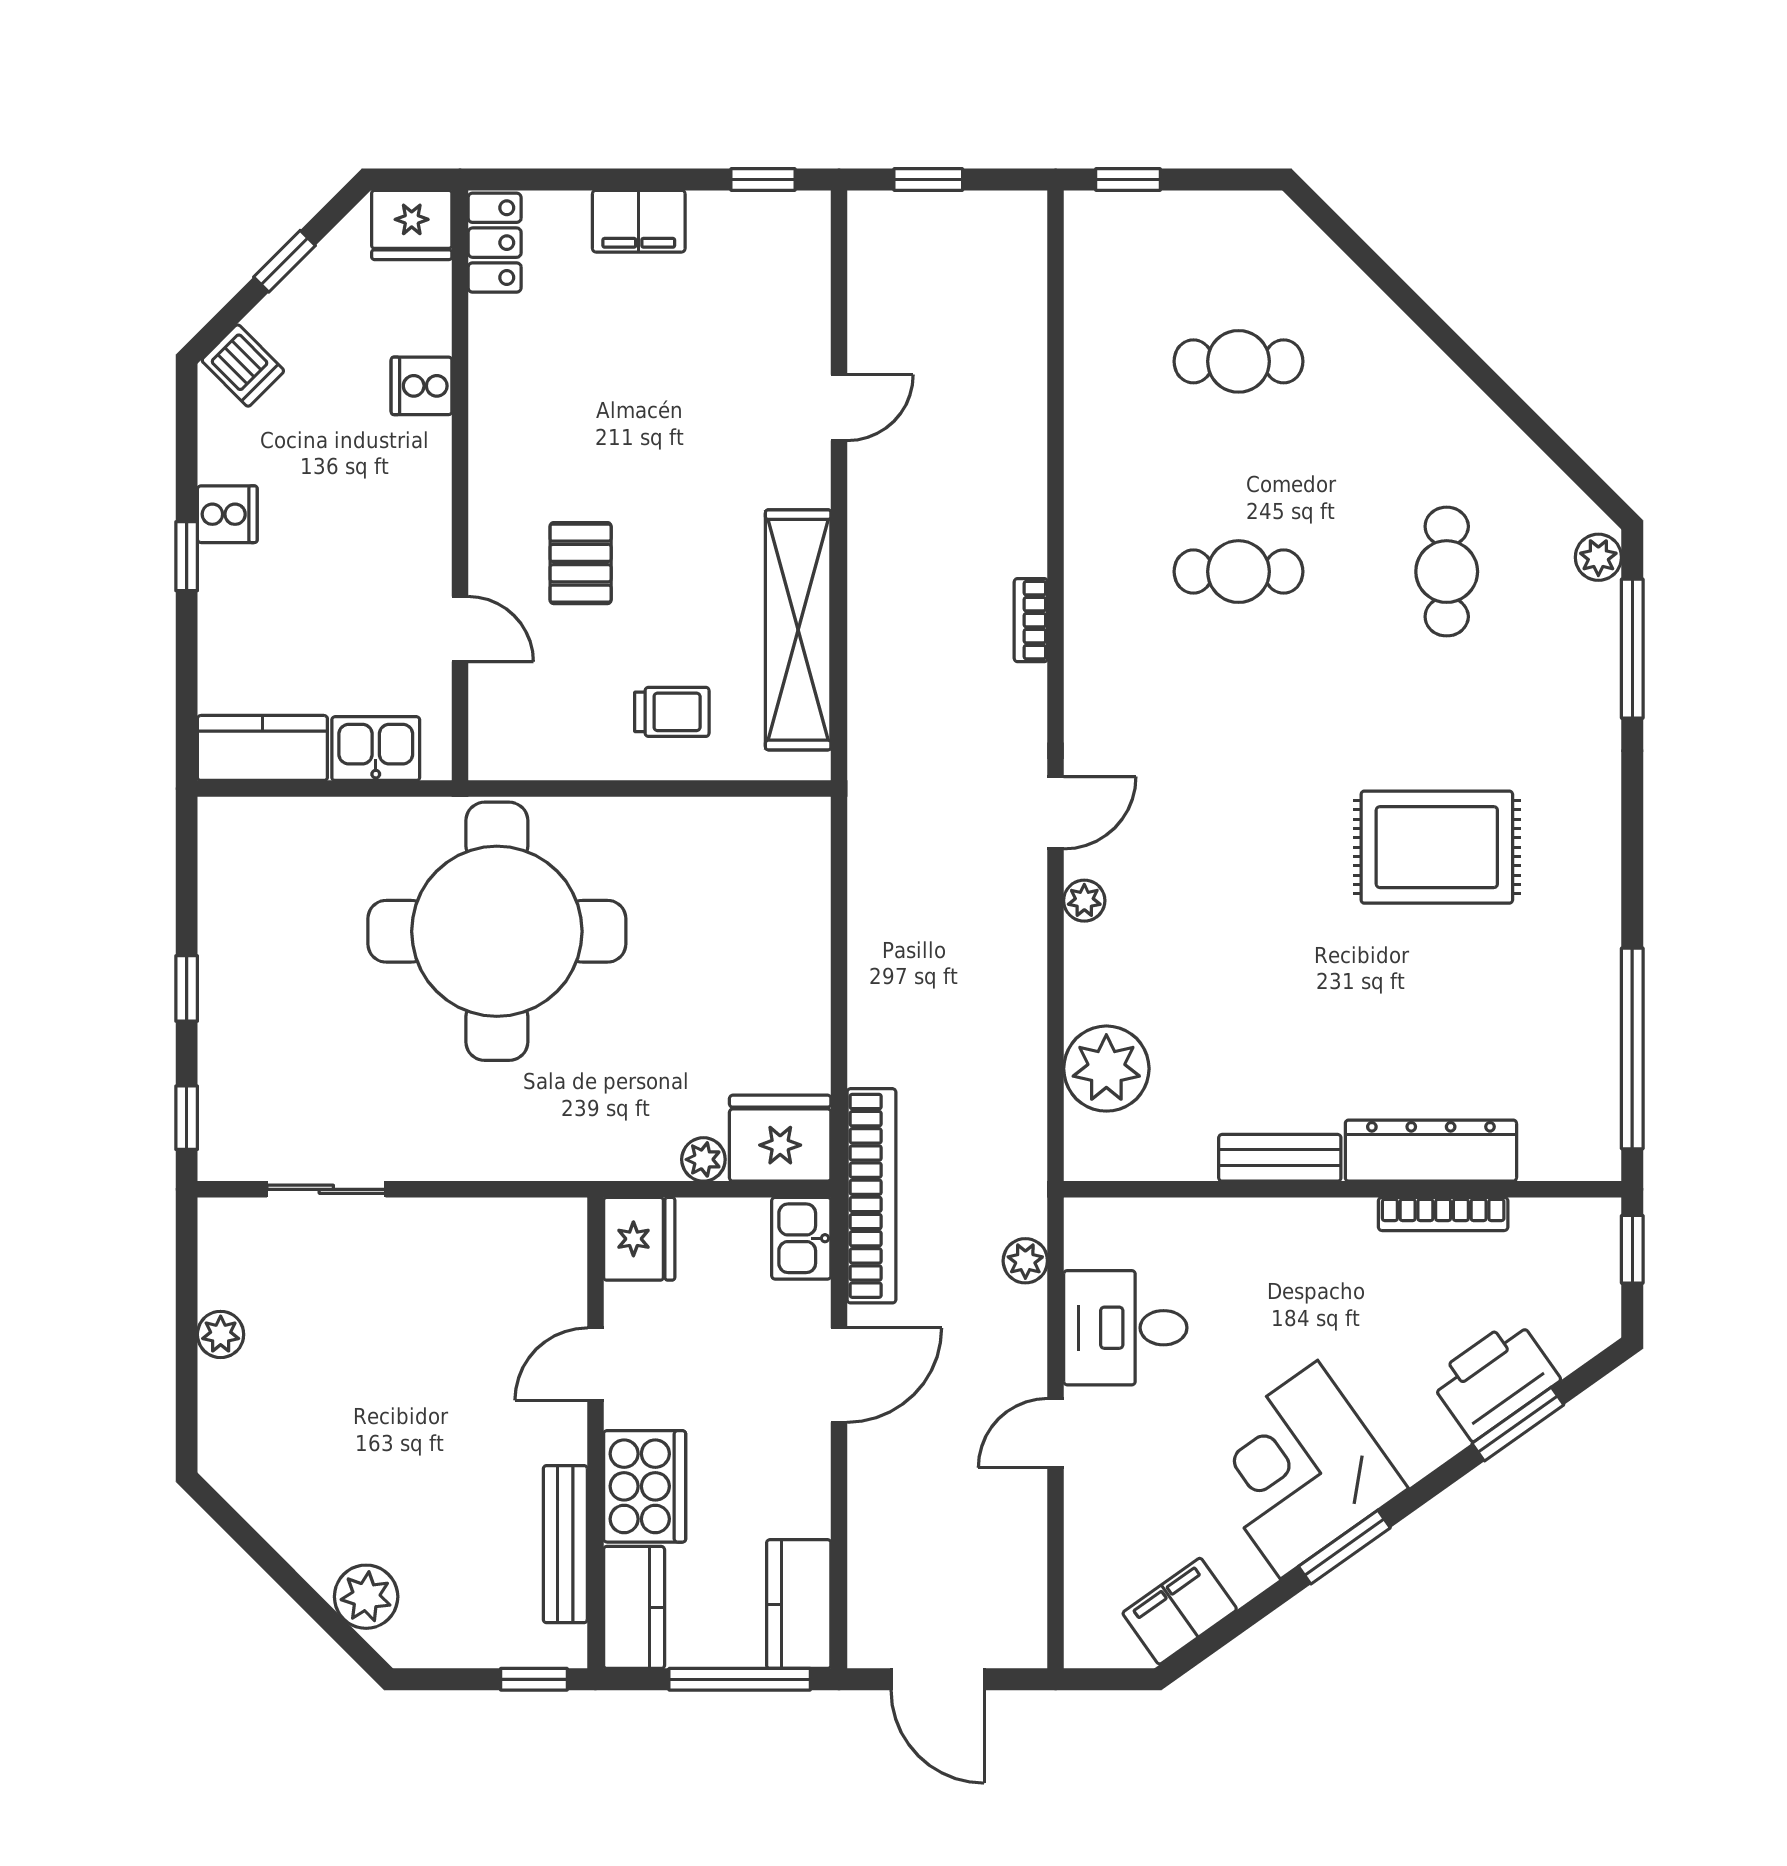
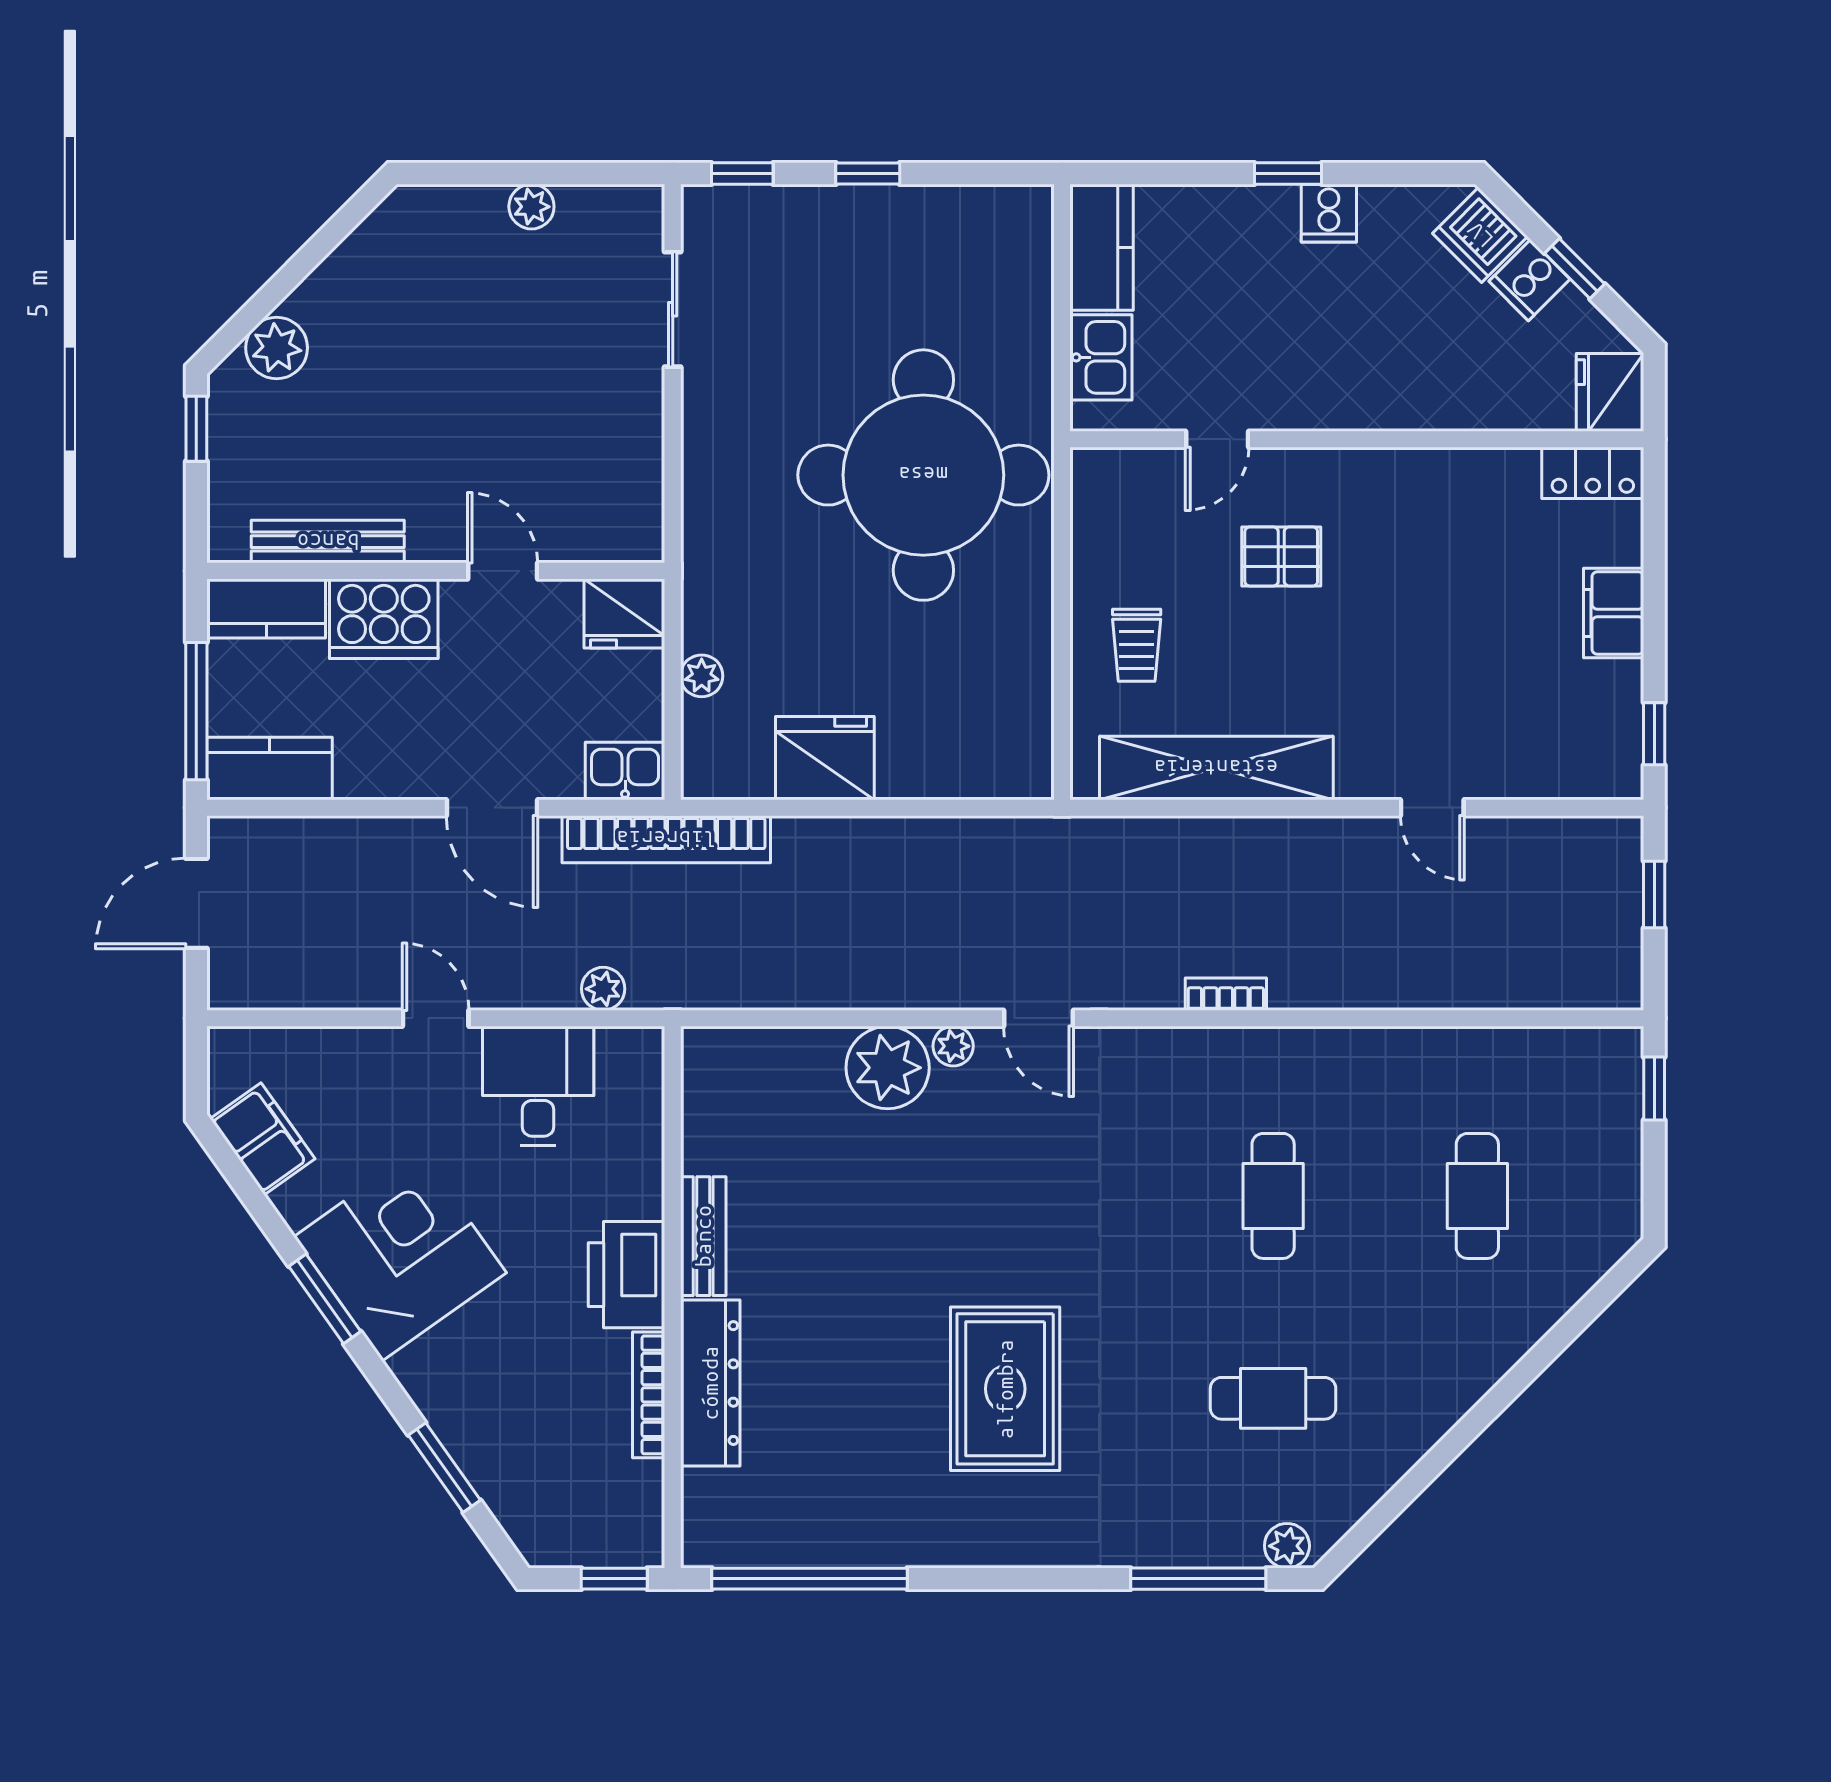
dishwasher: (243, 366) -> (1480, 235), width x1.38
cooker: (422, 386) -> (1530, 280), moved, turned -135
plant: (1106, 1069) -> (888, 1068), moved
fridge: (780, 1138) -> (825, 758), moved, turned -90
printer: (1495, 1379) -> (627, 1275), moved, turned -145
window: (534, 1679) -> (196, 429), moved

